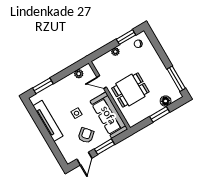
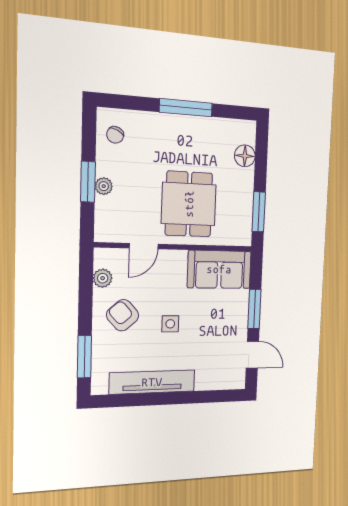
window: (126, 37) -> (88, 182), moved
window: (176, 79) -> (186, 108), moved
window: (160, 114) -> (259, 212), moved
sofa: (109, 115) -> (219, 269), width x0.73
armchair: (86, 135) -> (123, 315), moved

